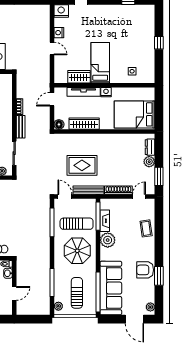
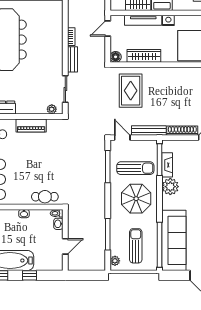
rug: (82, 165) -> (131, 91), moved, turned 90

